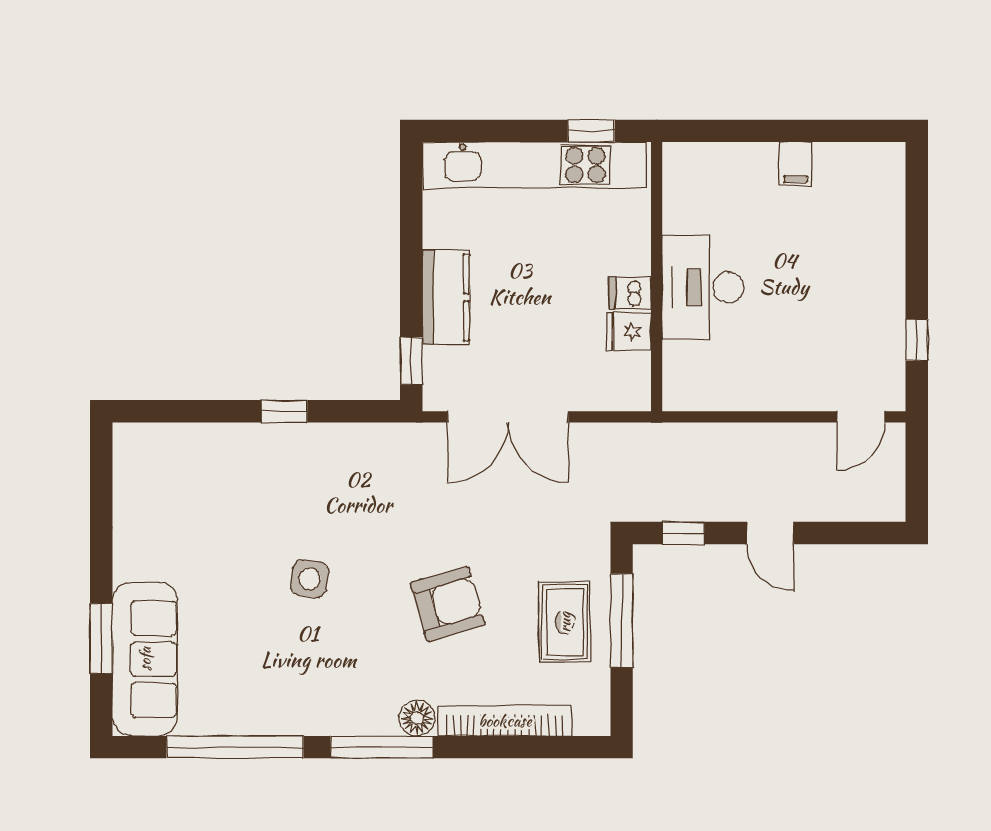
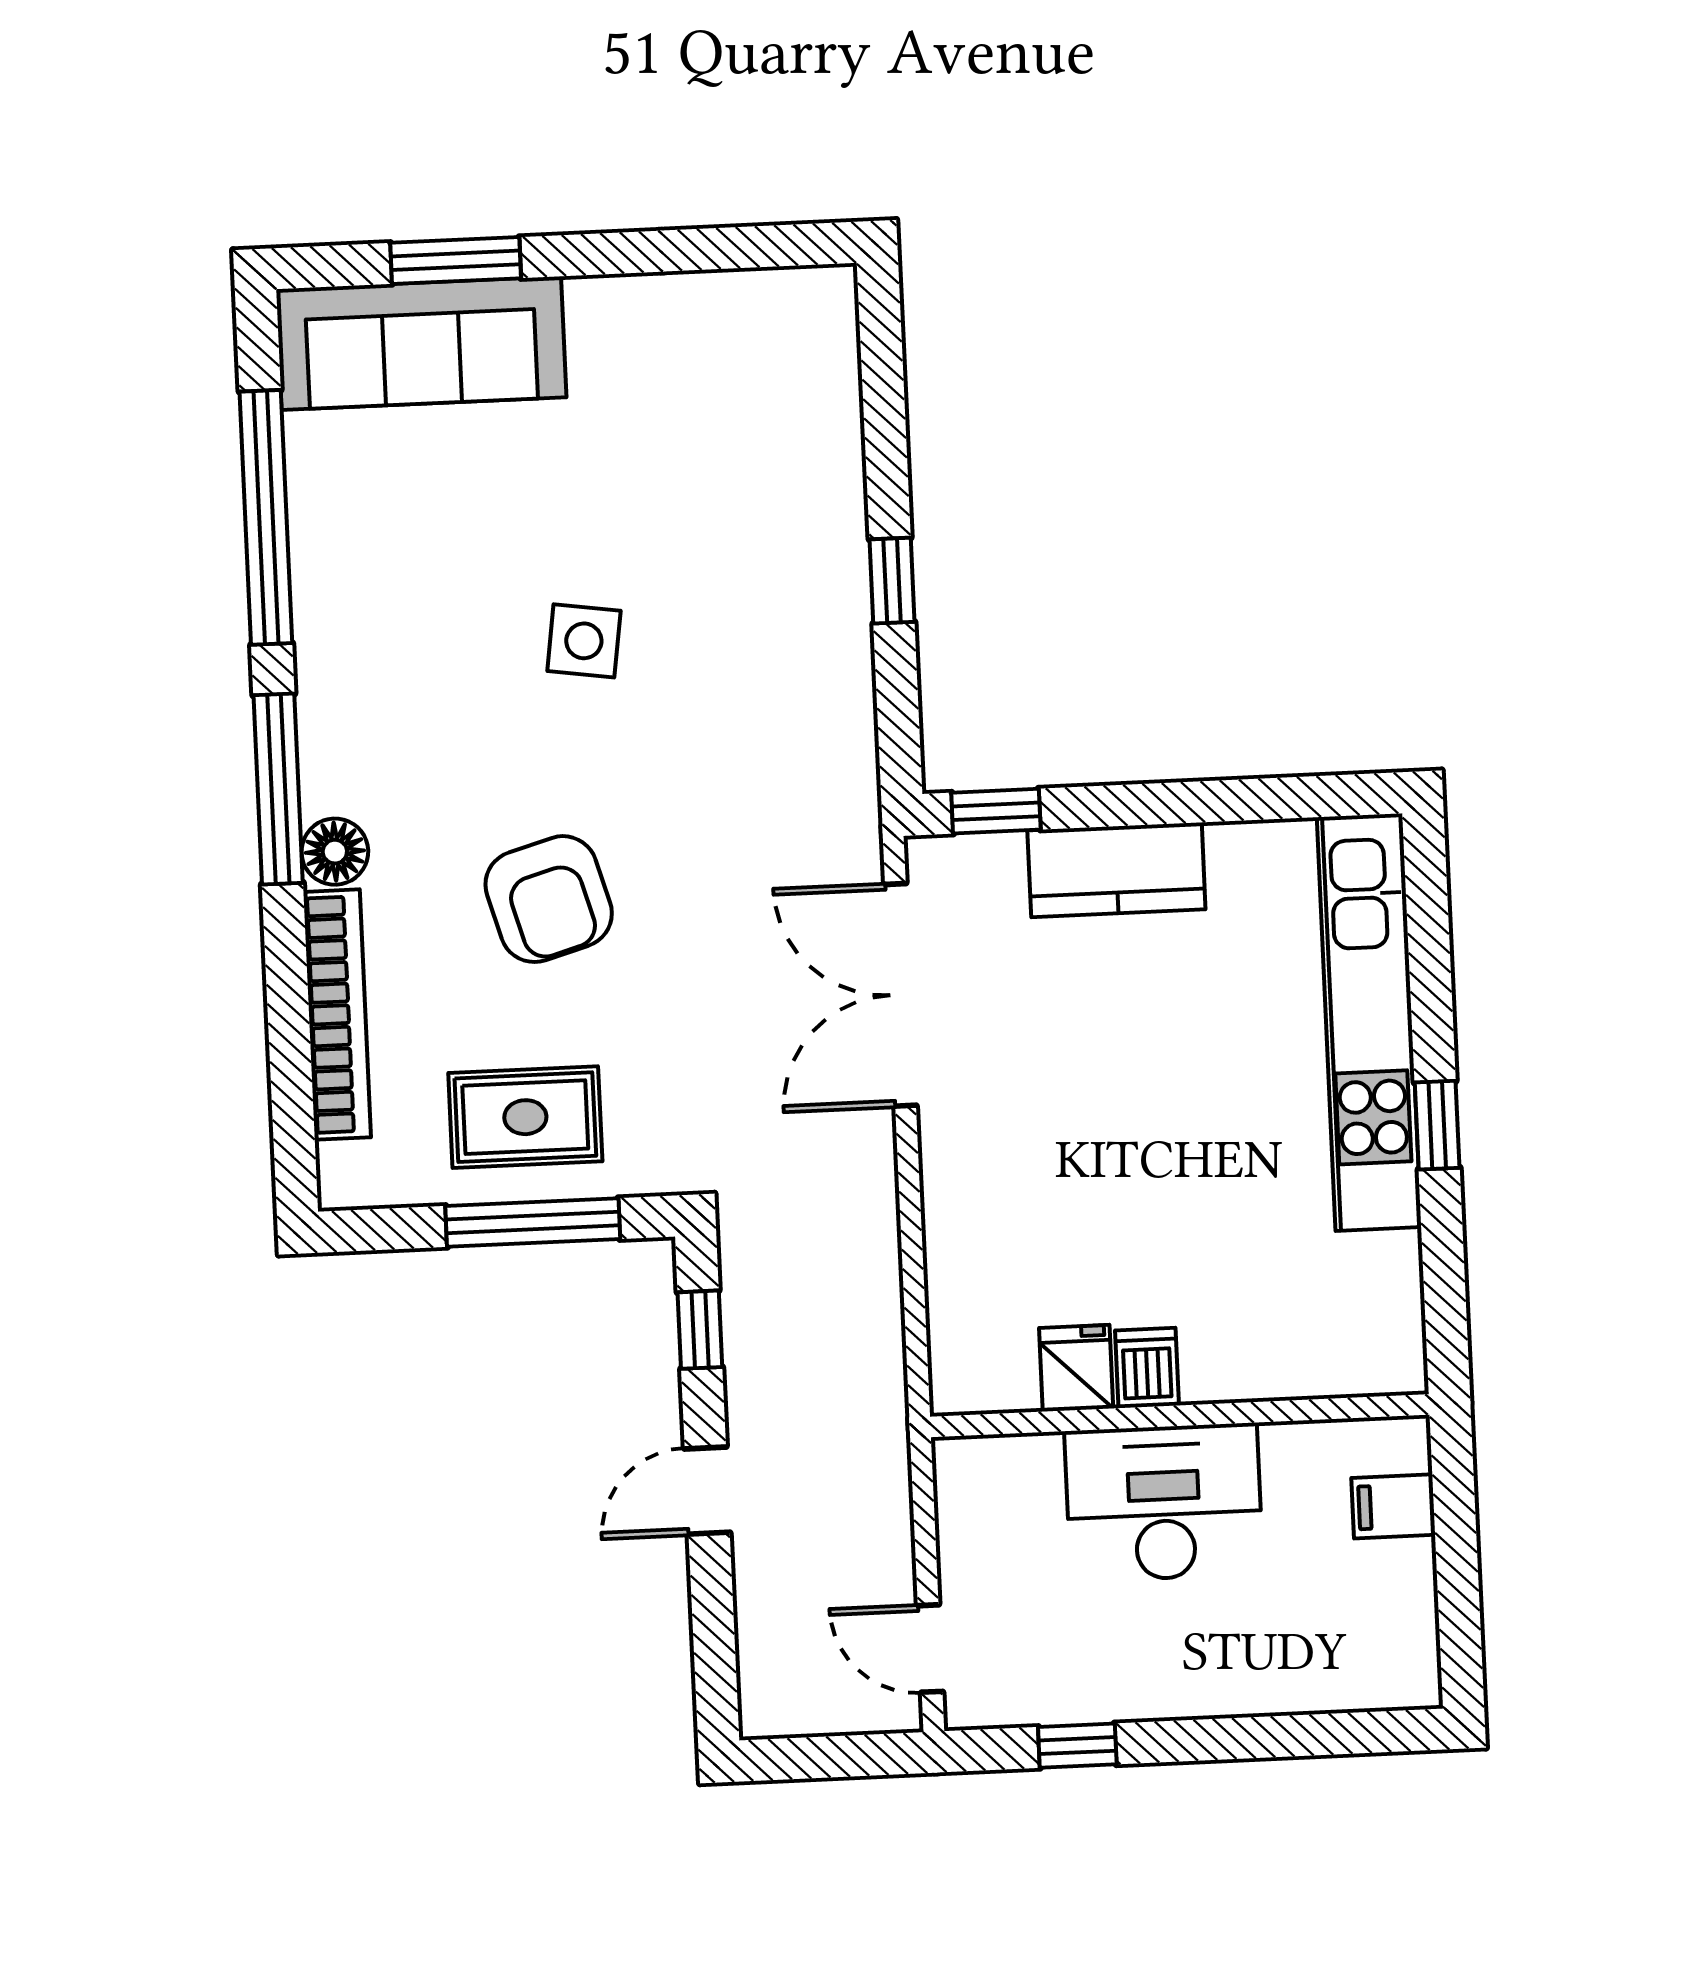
wall: (657, 277) -> (1180, 1416), moved
desk: (703, 287) -> (1164, 1503), moved
dishwasher: (630, 293) -> (1147, 1368), moved
fridge: (629, 331) -> (1076, 1368), moved

